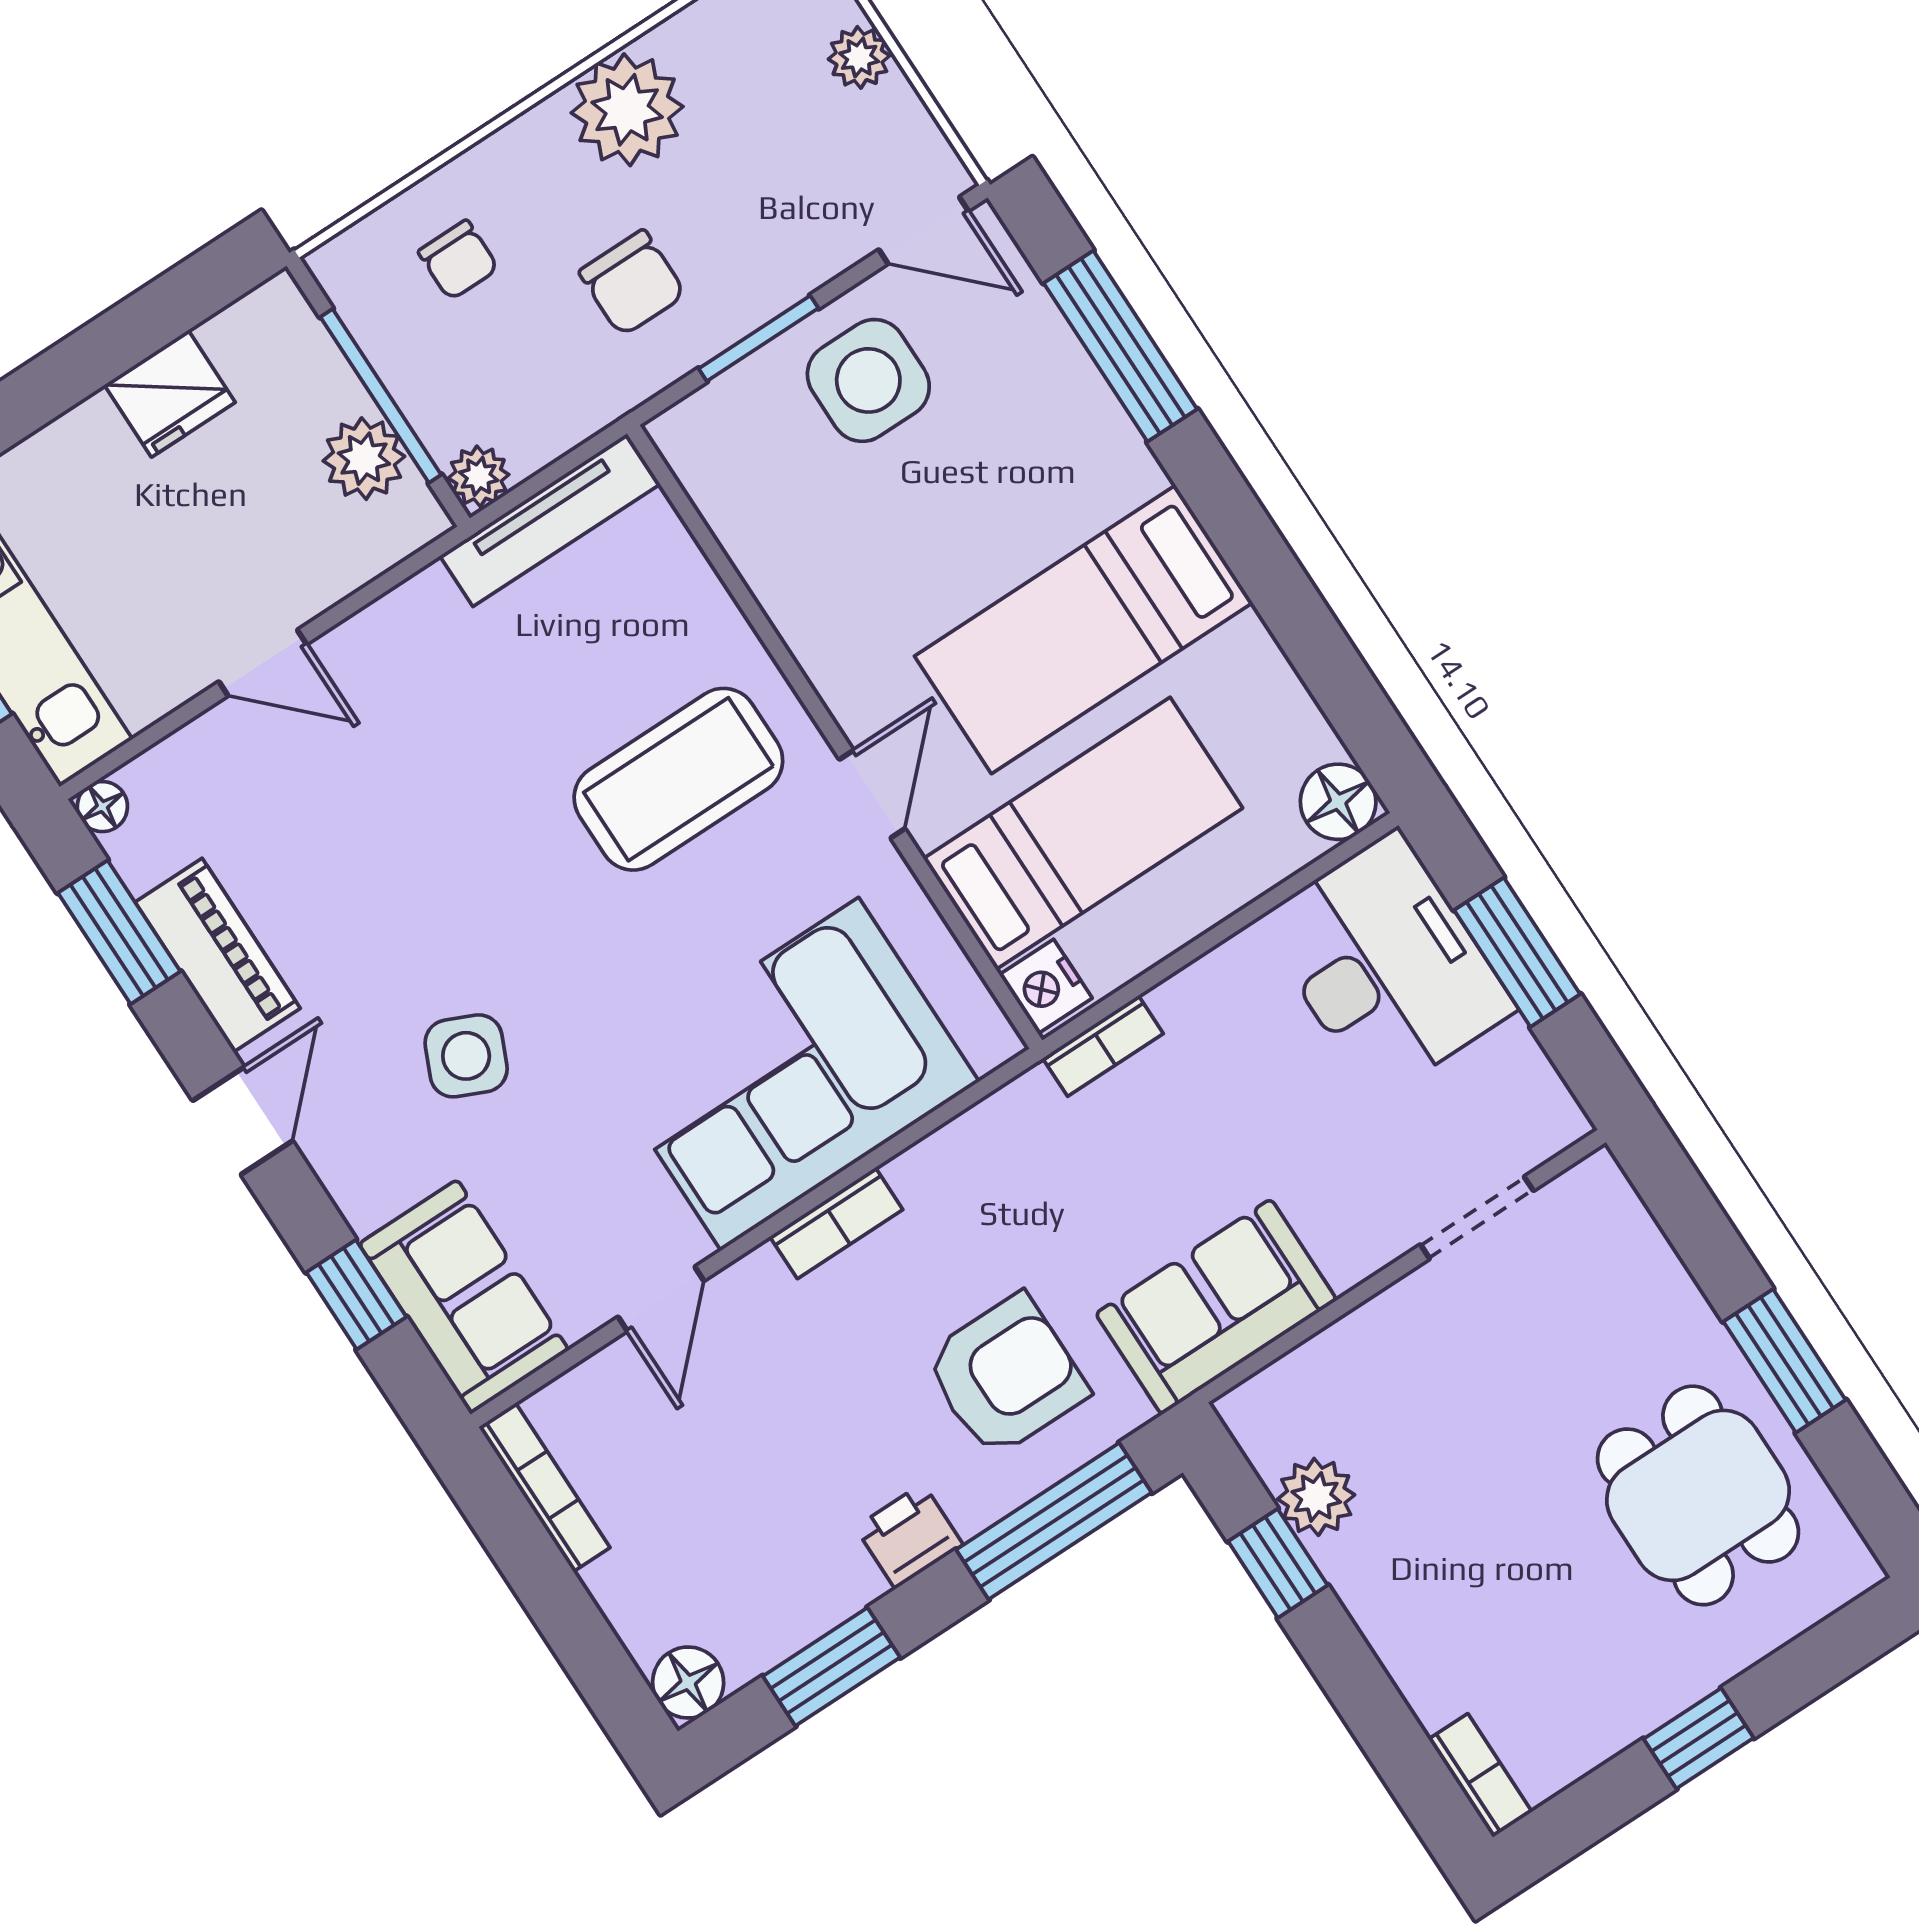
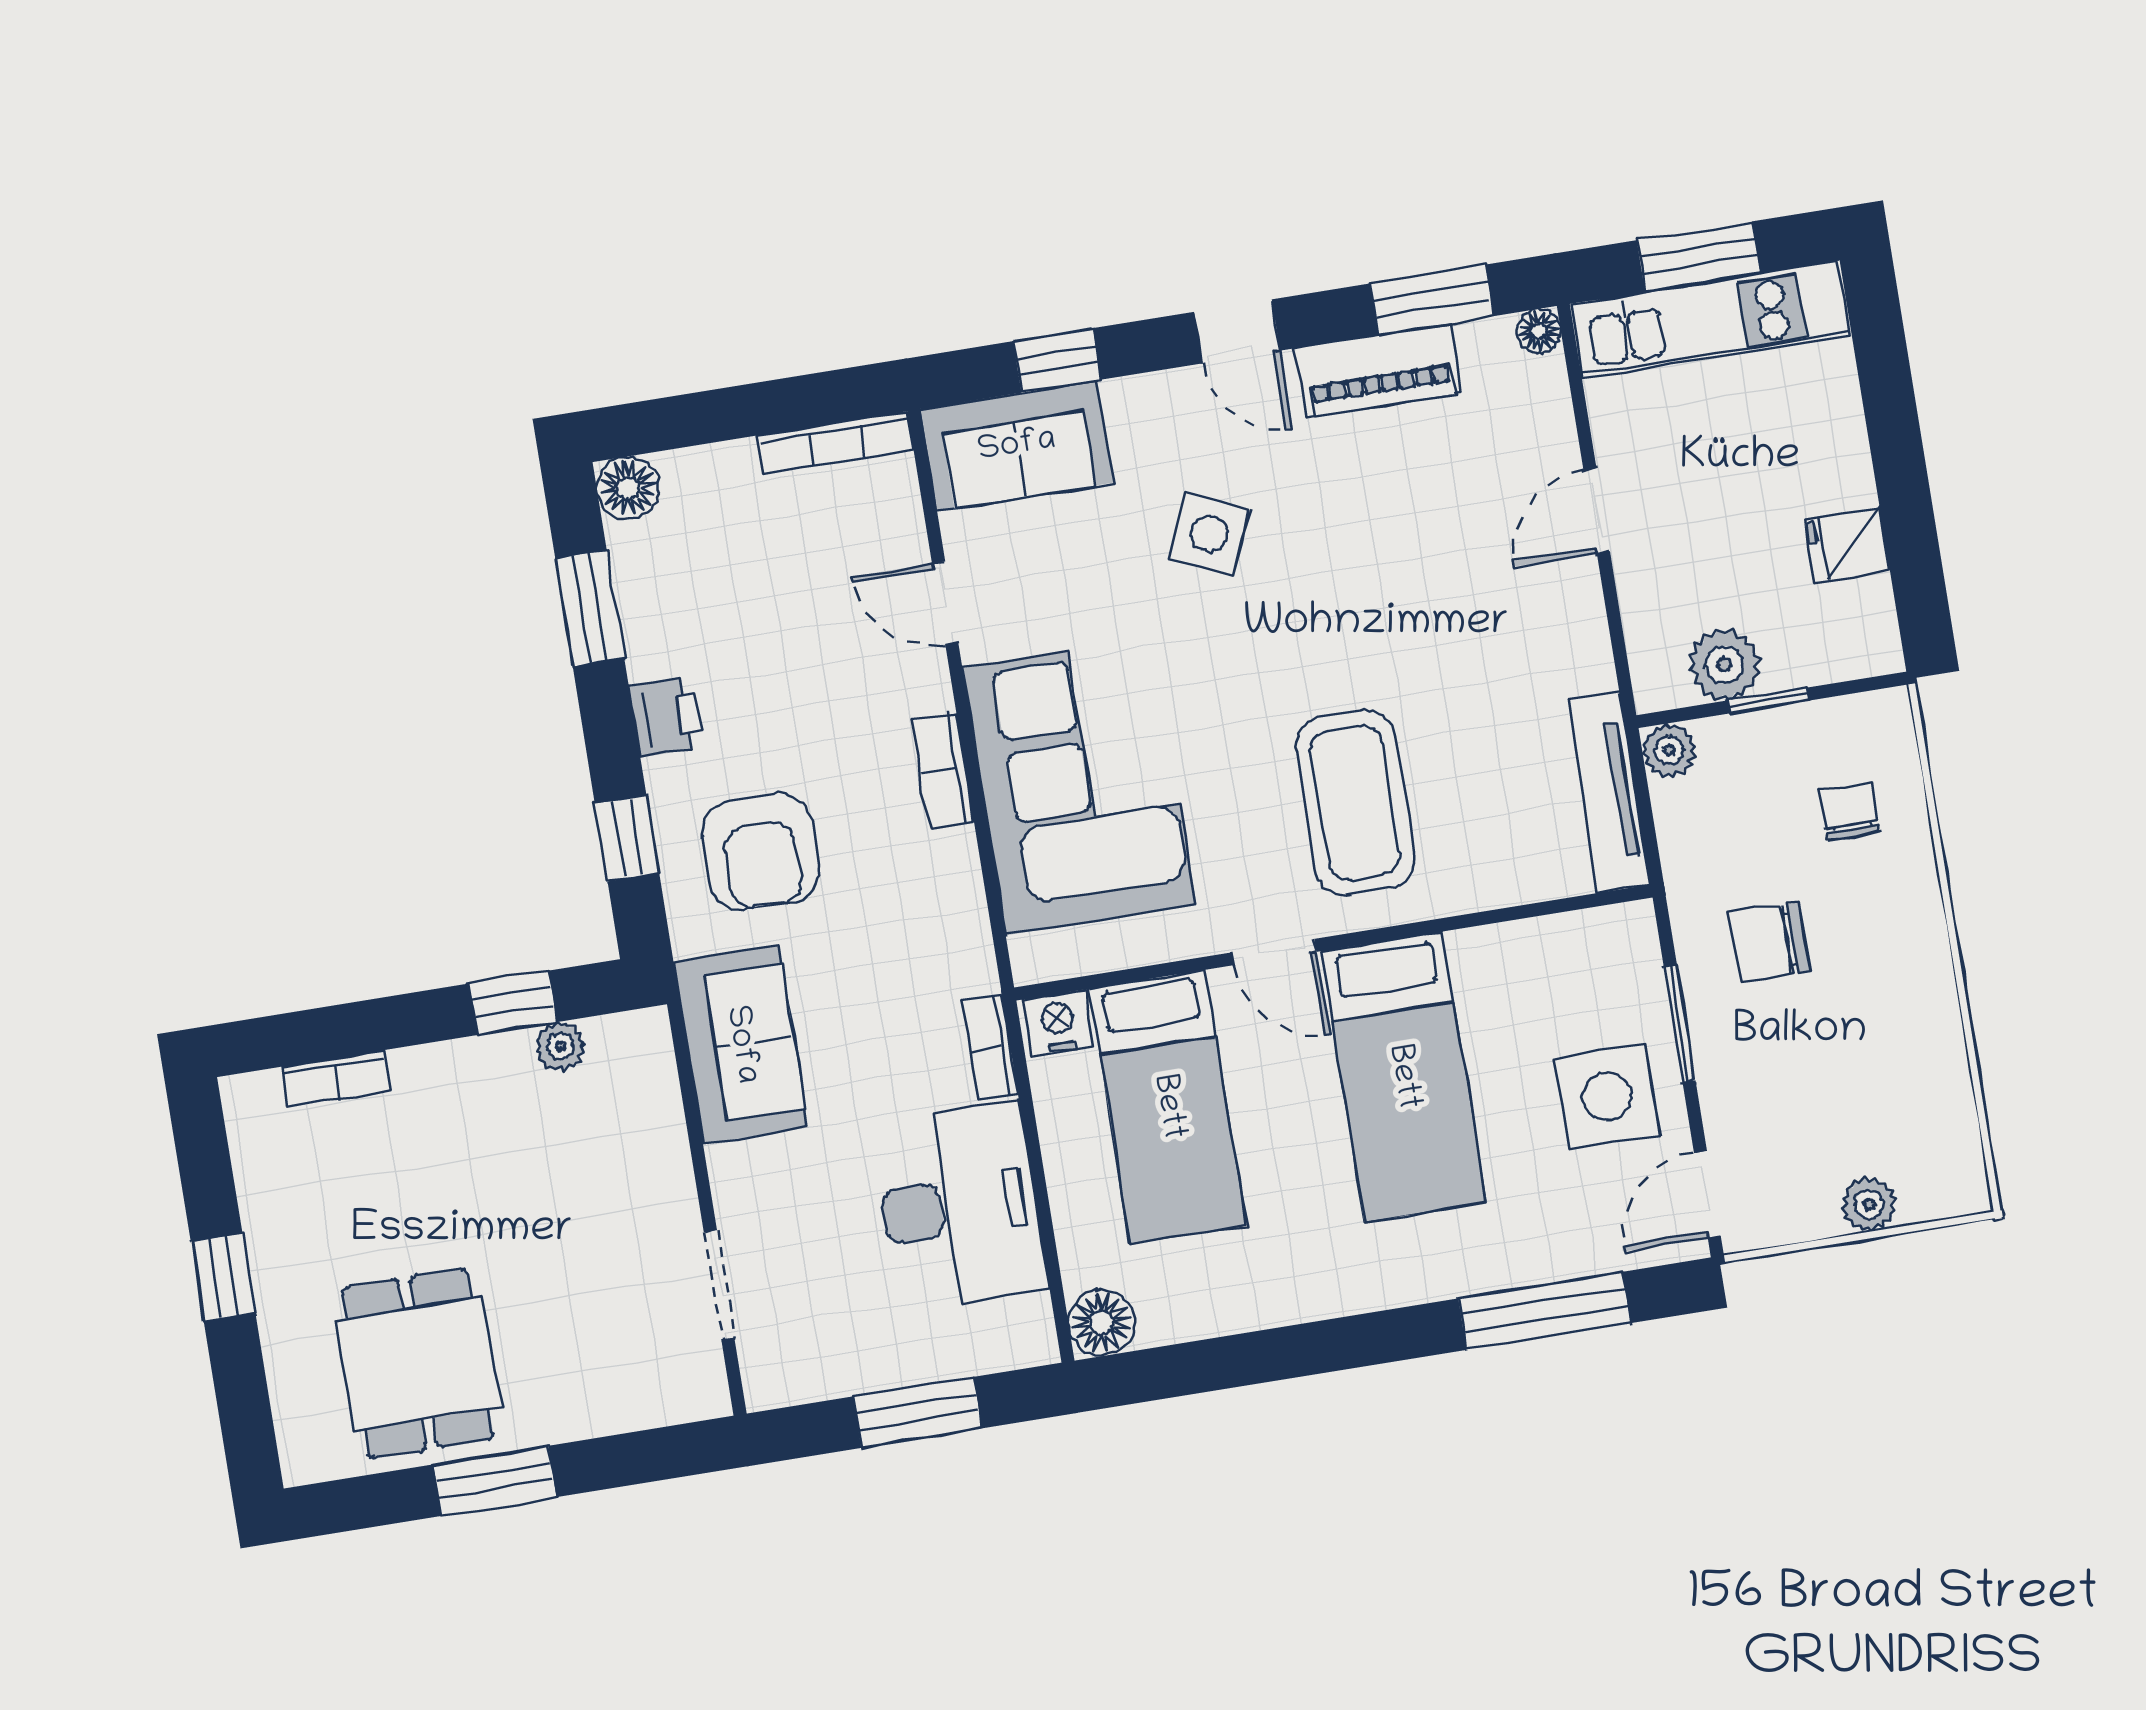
plant: (627, 110) -> (1910, 1000), removed
chair: (458, 260) -> (1850, 811), turned 90
fridge: (170, 394) -> (1847, 544), width x0.72
window: (381, 396) -> (1768, 700), width x0.46
bed: (1084, 629) -> (1403, 1077), moved, turned 180
desk: (1386, 965) -> (959, 1206), moved, turned -90
dining table: (1698, 1495) -> (418, 1363), turned 90
plant: (1316, 1497) -> (560, 1046), width x0.73, depth x0.73
window: (1054, 1521) -> (627, 838), width x0.46
bookcase: (1480, 1775) -> (336, 1079), moved

